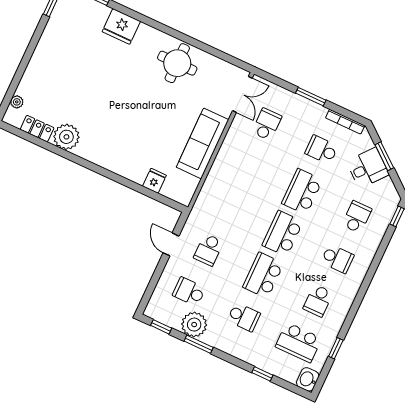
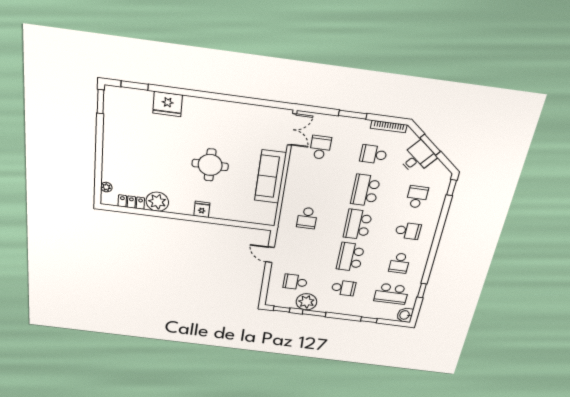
round table: (177, 63) -> (210, 165), moved
fridge: (154, 181) -> (202, 209), moved
school desk: (208, 250) -> (307, 218), moved

